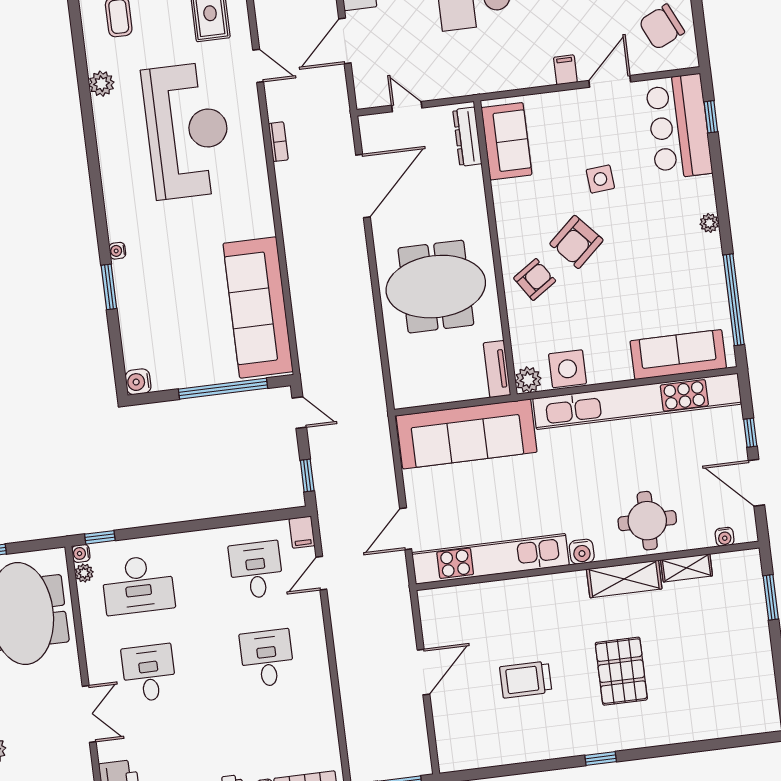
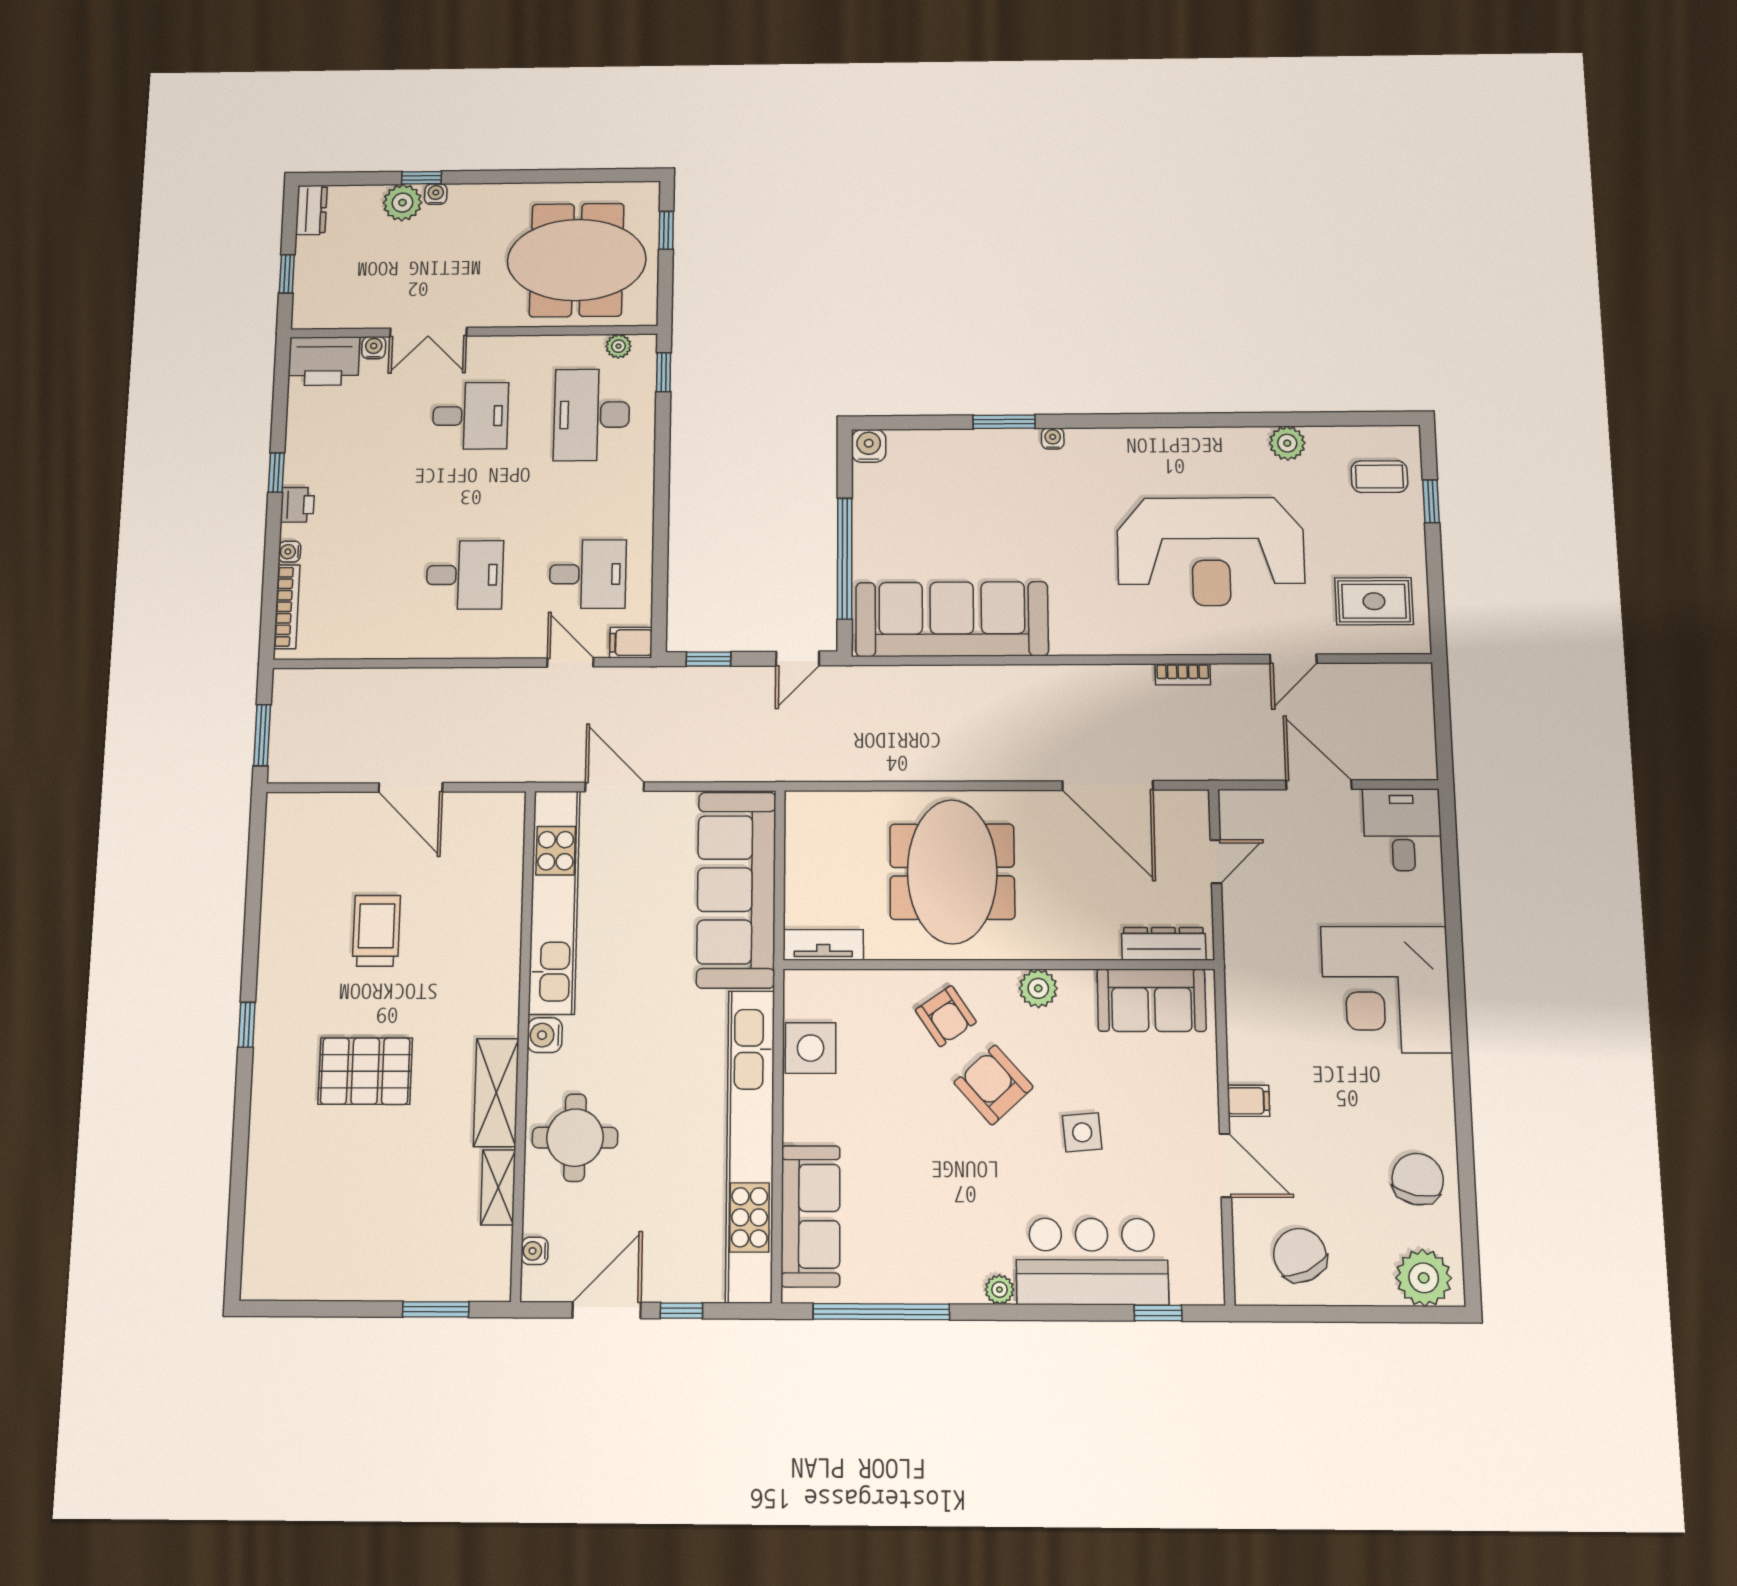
bar counter: (679, 127) -> (1092, 1261), moved
plant: (528, 380) -> (1038, 988), moved
water cooler: (81, 553) -> (374, 348), moved

